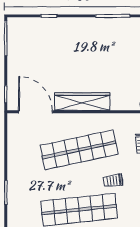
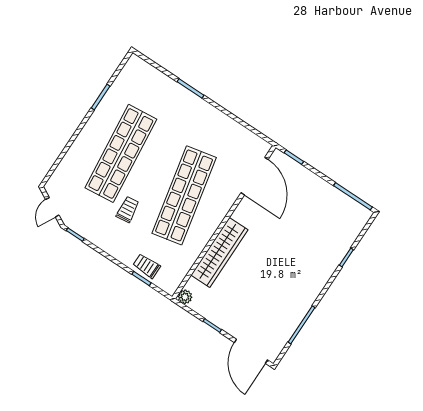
wardrobe: (82, 102) -> (219, 252), moved
door: (35, 112) -> (255, 176), hinge flipped

